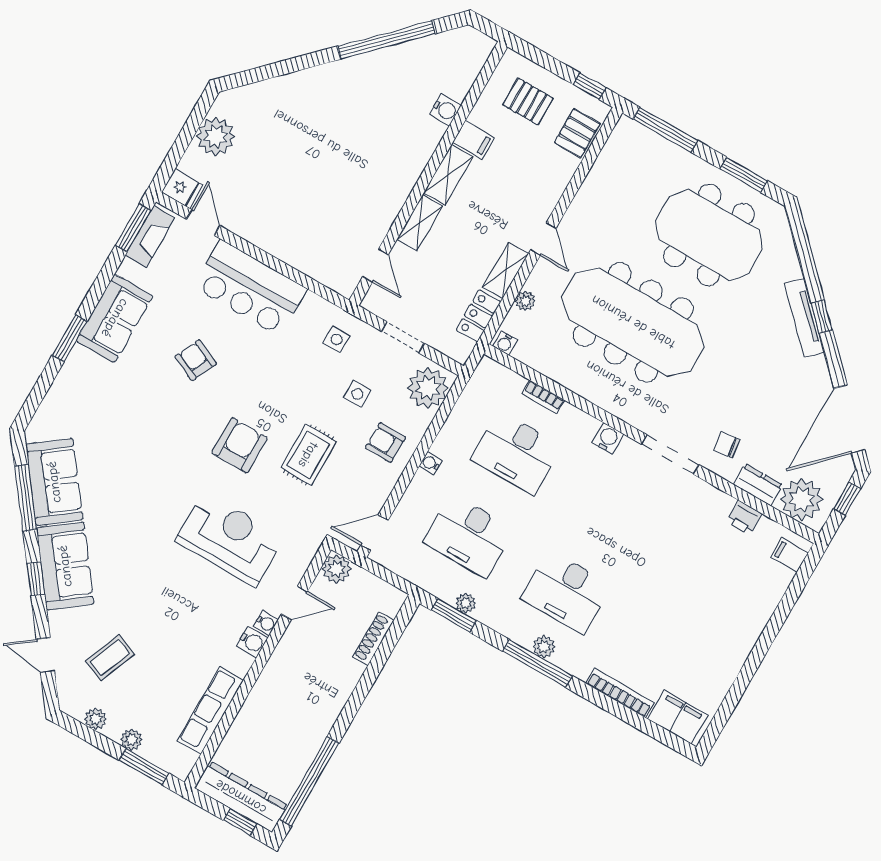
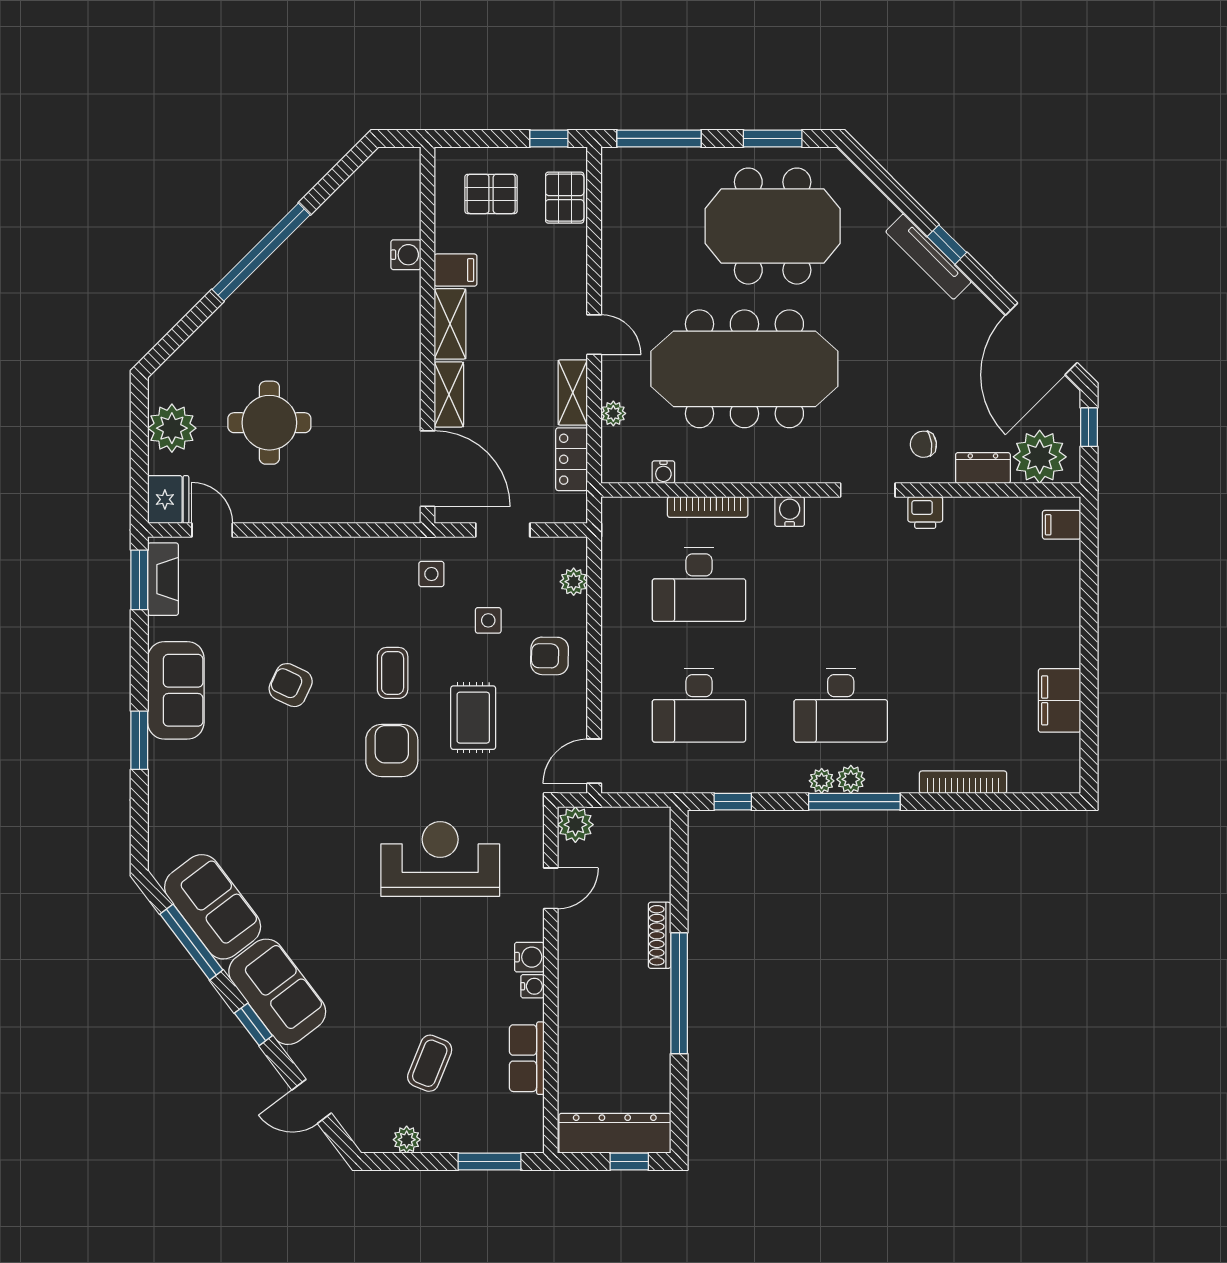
window: (386, 40) -> (261, 252), moved
round table: (285, 171) -> (269, 423), added
fridge: (182, 189) -> (168, 499), width x1.38
door: (375, 265) -> (428, 469), width x1.87
bar counter: (250, 288) -> (305, 572), removed
water cooler: (505, 343) -> (663, 472), moved
plant: (428, 388) -> (574, 582), width x0.53, depth x0.53
coffee table: (271, 392) -> (393, 673), added
bookcase: (543, 397) -> (708, 507), width x1.56
doorway: (670, 454) -> (868, 490), width x0.73
water cooler: (430, 463) -> (612, 650), removed
printer: (744, 518) -> (925, 513), moved
plant: (466, 603) -> (822, 781), moved
window: (454, 615) -> (733, 802), width x0.67
water cooler: (266, 623) -> (532, 986), moved
shoe rack: (373, 639) -> (660, 935), moved
coffee table: (110, 658) -> (430, 1063), moved
row of seats: (211, 710) -> (527, 1058), width x0.68
filing cabinet: (678, 717) -> (1059, 700), moved, turned -90
plant: (131, 740) -> (459, 1140), removed
window: (309, 781) -> (679, 993), moved

